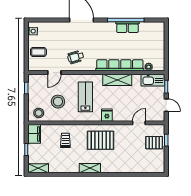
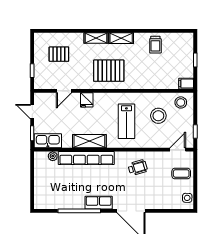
row of seats: (127, 27) -> (99, 203), moved
door: (54, 72) -> (178, 150), moved
fridge: (107, 115) -> (87, 100), moved
filing cabinet: (34, 134) -> (186, 84), width x0.50
trolley: (65, 140) -> (155, 45), moved
pallet: (154, 143) -> (59, 54), moved
shelving: (38, 168) -> (96, 38), moved

